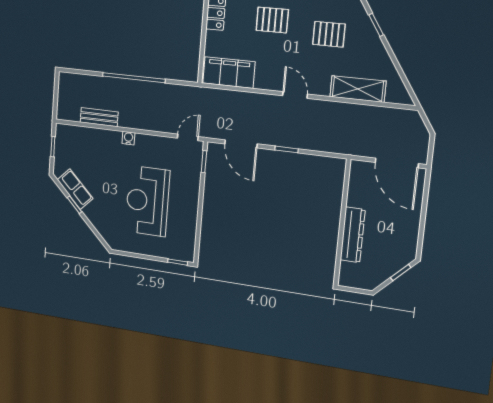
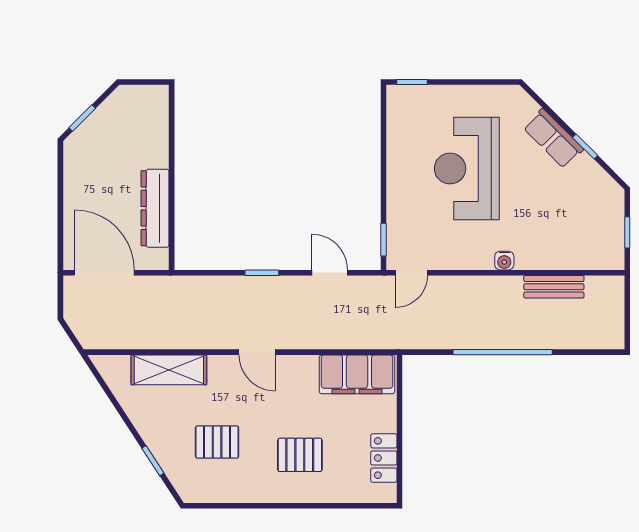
door: (241, 144) -> (330, 273), width x0.73
row of seats: (75, 189) -> (553, 138), moved
reception desk: (147, 201) -> (467, 168), turned 180
dresser: (353, 235) -> (155, 208), moved

